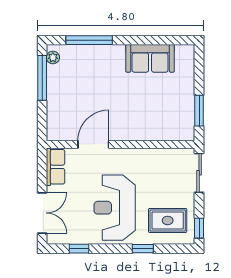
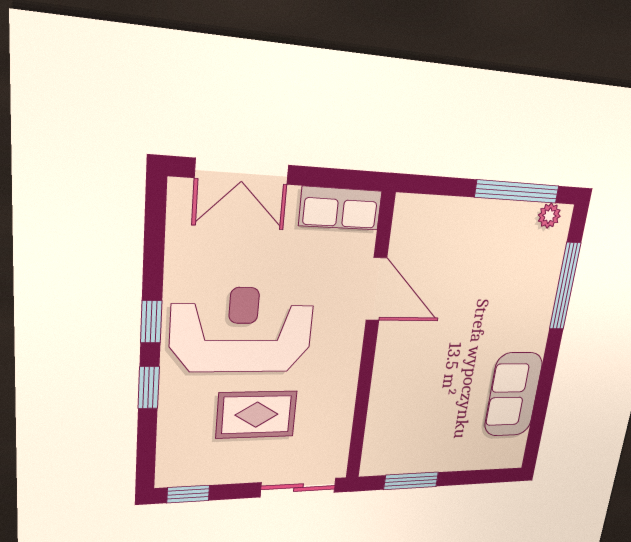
rug: (168, 220) -> (257, 415), moved, turned 90
window: (79, 249) -> (151, 322), moved

